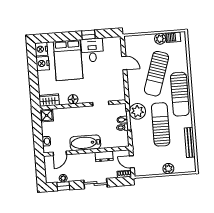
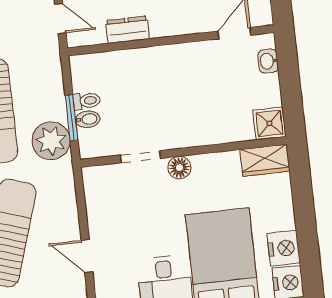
floor lamp: (73, 99) -> (179, 168), moved
bathtub: (85, 143) -> (174, 61), removed

